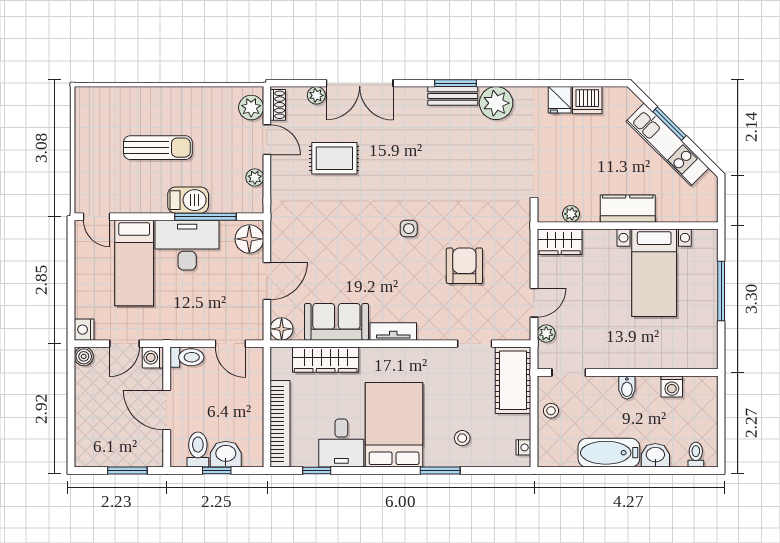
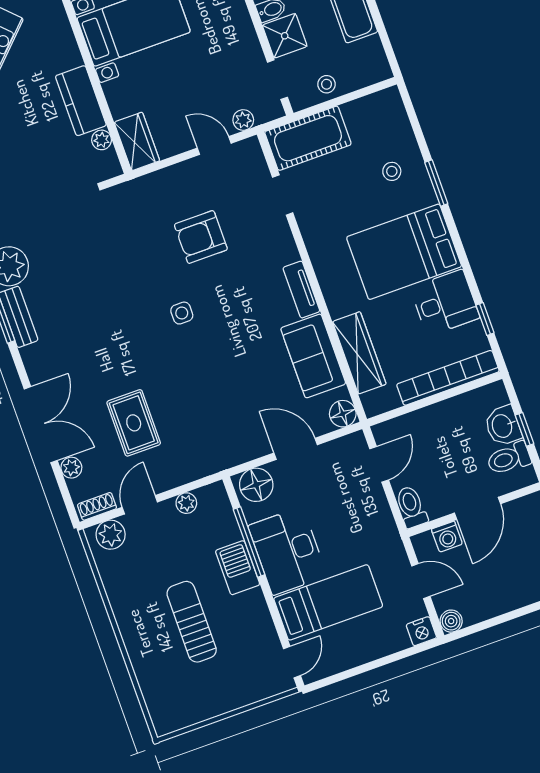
kitchen counter: (628, 209) -> (81, 101), moved
washing machine: (153, 357) -> (447, 537), moved
shower: (602, 391) -> (285, 36), added
nightstand: (523, 447) -> (378, 100), removed

